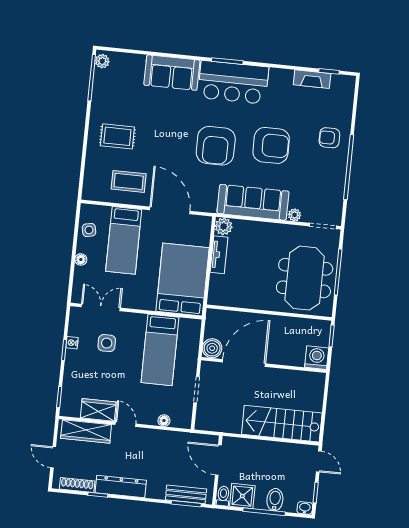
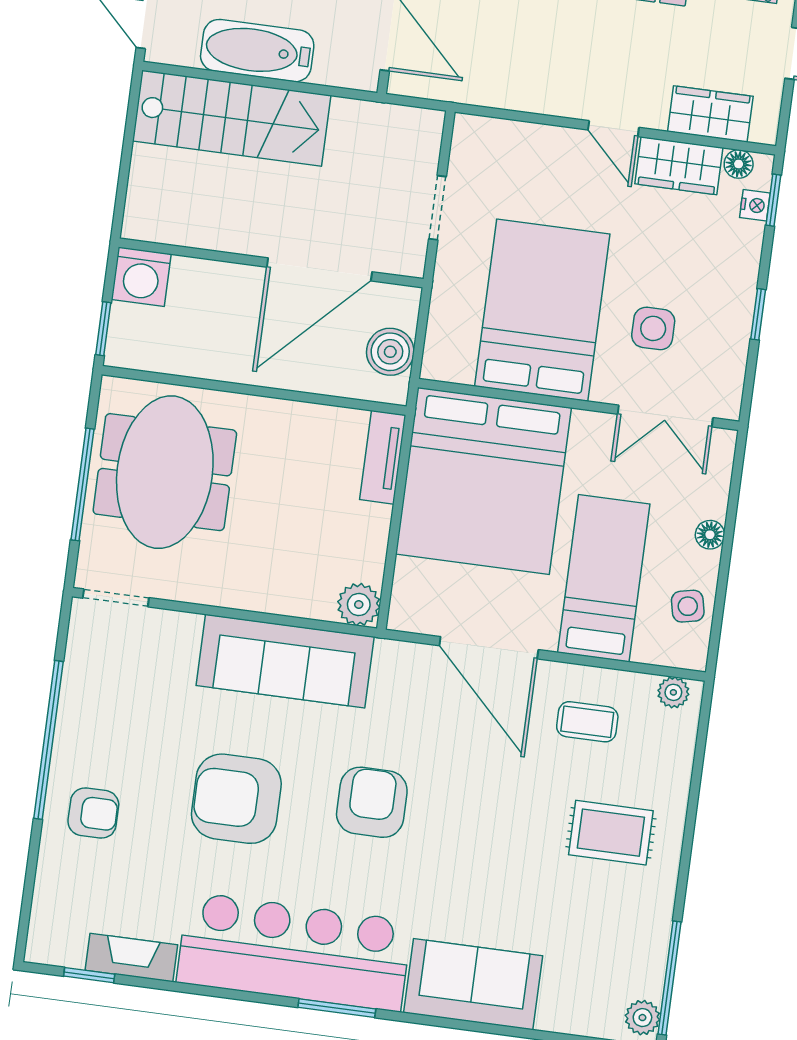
bar counter: (233, 82) -> (294, 952), width x1.36
armchair: (216, 146) -> (372, 802), width x0.73, depth x0.73
coffee table: (129, 181) -> (587, 722), width x0.73, depth x0.77
plant: (294, 215) -> (673, 692), moved
tv unit: (219, 255) -> (383, 457), moved
bed: (183, 279) -> (483, 481), width x1.36
nightstand: (72, 343) -> (755, 205), moved
boiler: (212, 348) -> (390, 352), moved
bed: (160, 350) -> (542, 310), width x1.50
floor lamp: (164, 421) -> (739, 164), moved
wardrobe: (86, 432) -> (710, 114), width x0.67
bathtub: (272, 452) -> (257, 51), added

